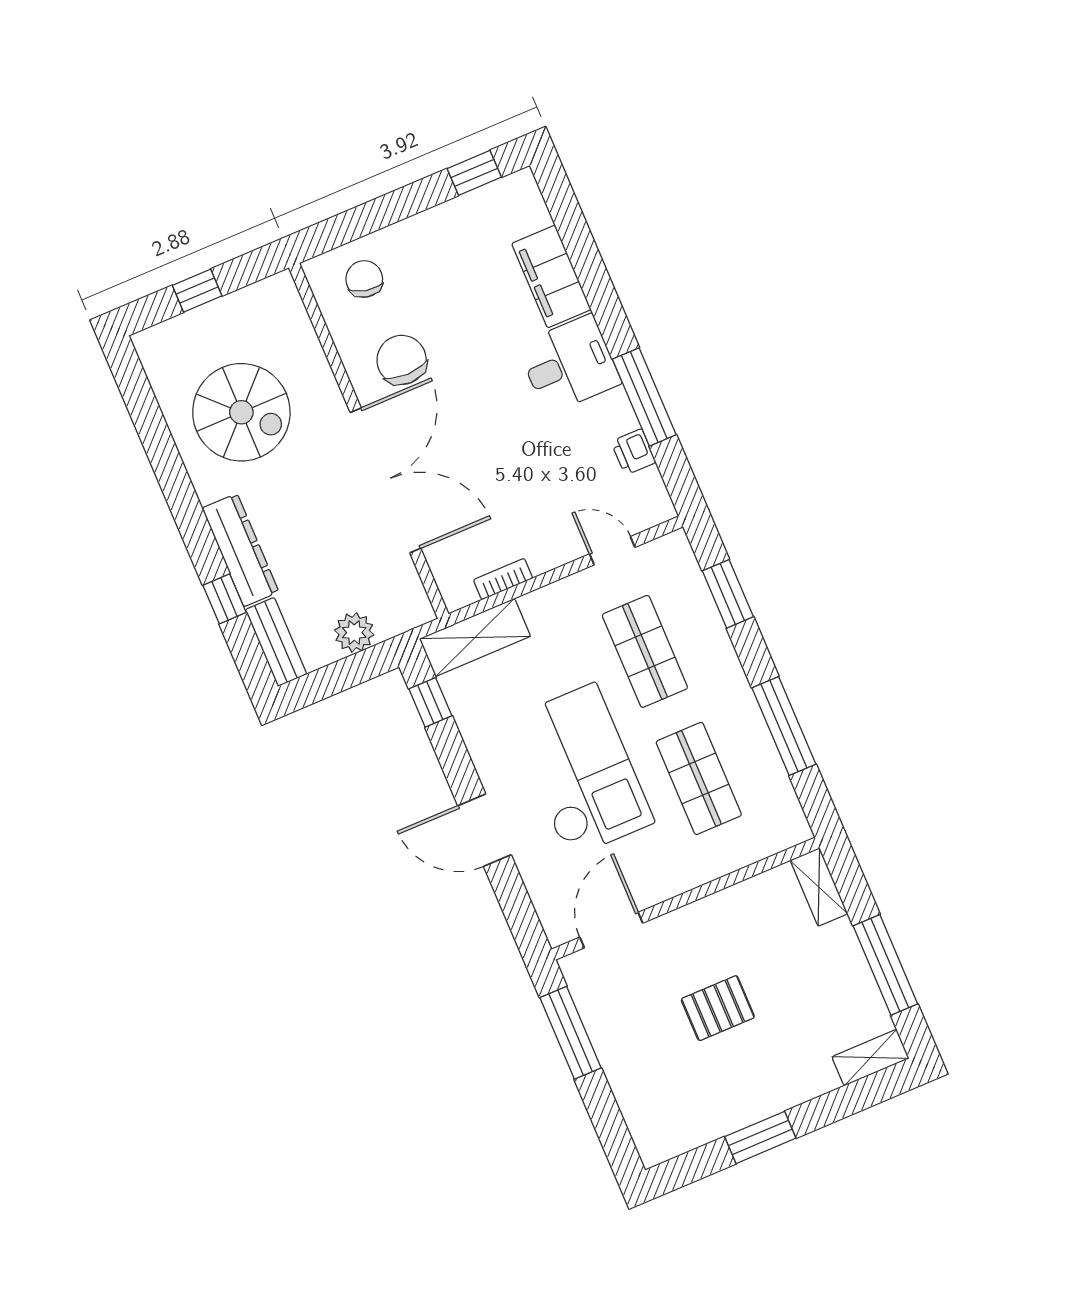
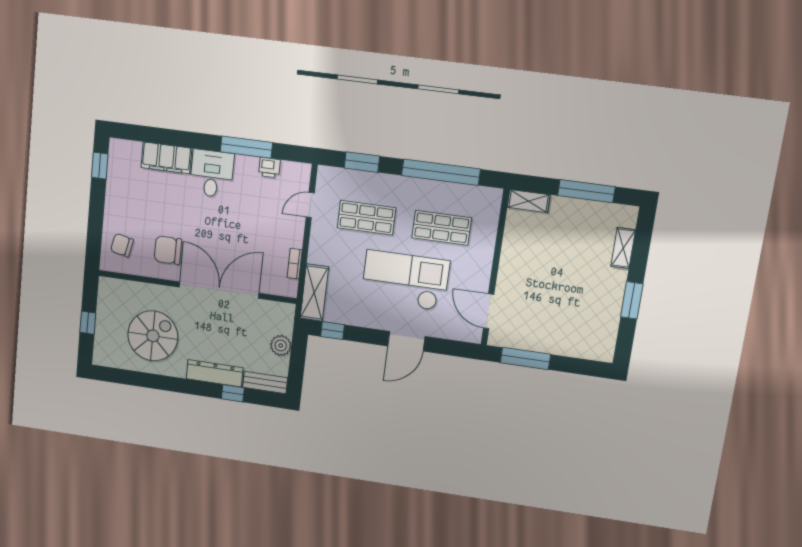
window: (784, 726) -> (441, 172), width x1.46
pallet: (718, 1008) -> (557, 284), removed
shelving: (870, 1058) -> (623, 248), moved

